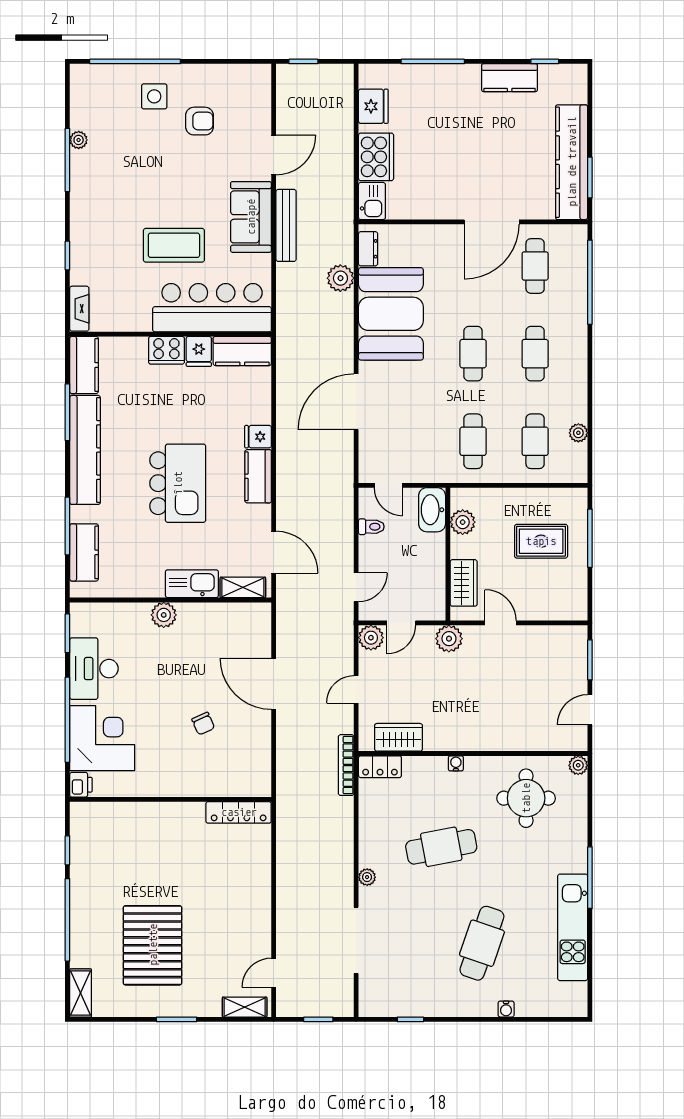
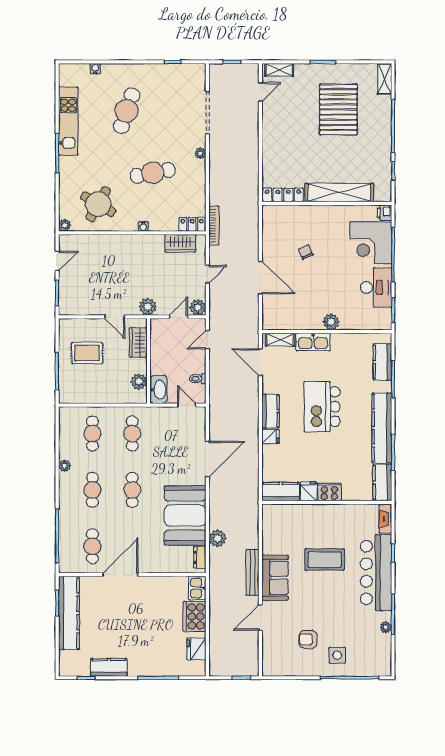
bar counter: (212, 308) -> (376, 573), moved, turned 90
plant: (578, 433) -> (65, 466), moved
rug: (541, 541) -> (87, 353), moved
round table: (526, 798) -> (98, 204), turned 30
shelving: (151, 816) -> (339, 193), added
water cooler: (506, 1009) -> (95, 69), moved

